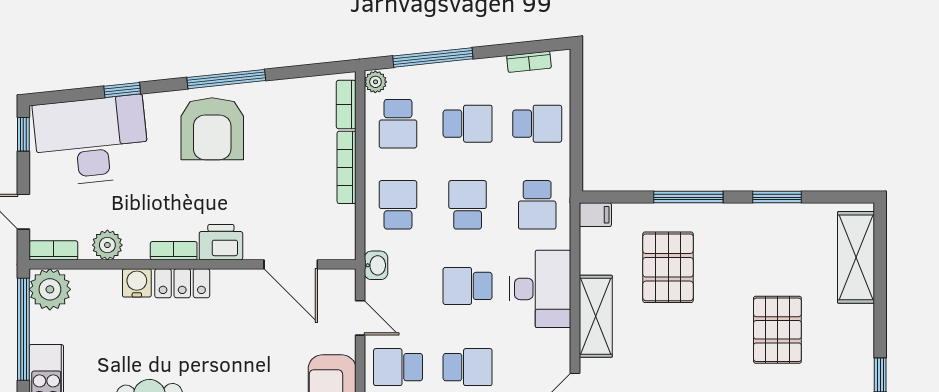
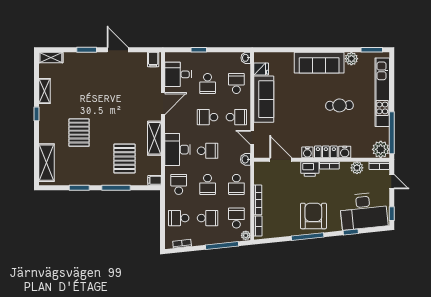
school desk: (468, 124) -> (208, 218), turned 180
water cooler: (227, 282) -> (307, 152), added

